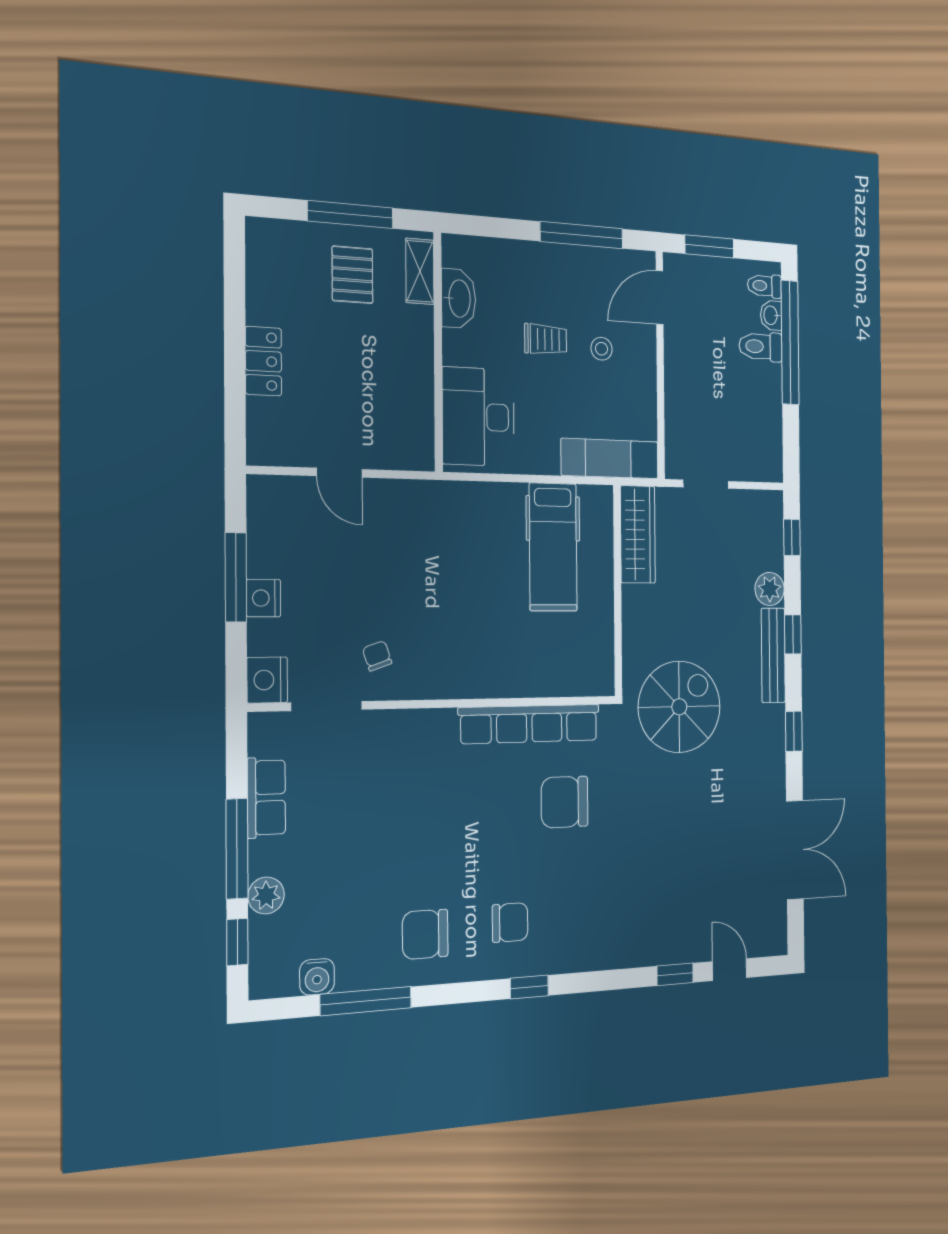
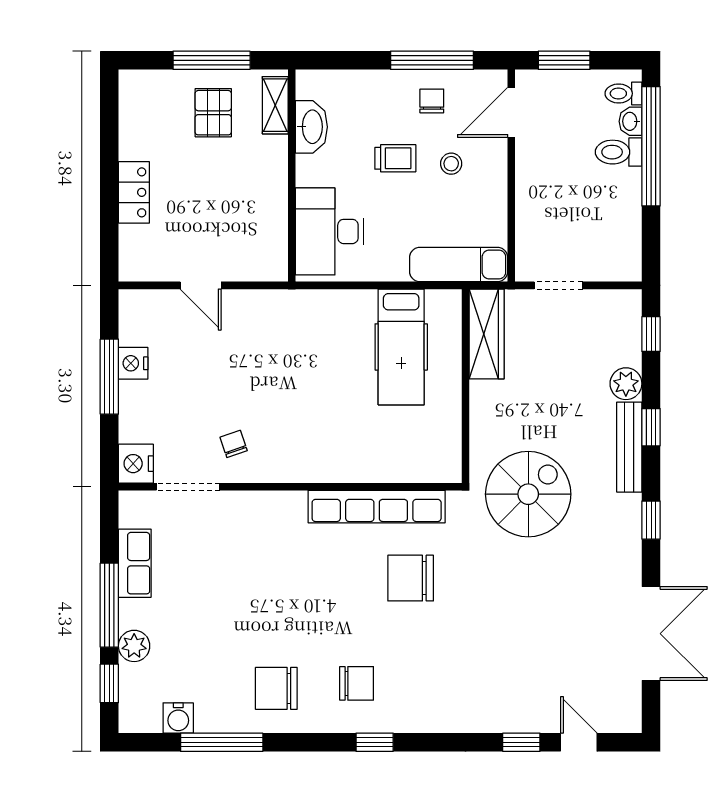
chair: (582, 279) -> (432, 101), added
nightstand: (264, 598) -> (133, 363), moved

